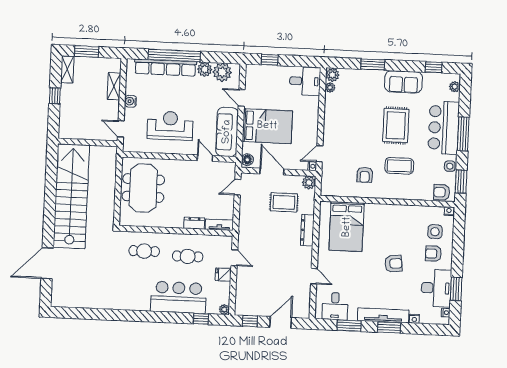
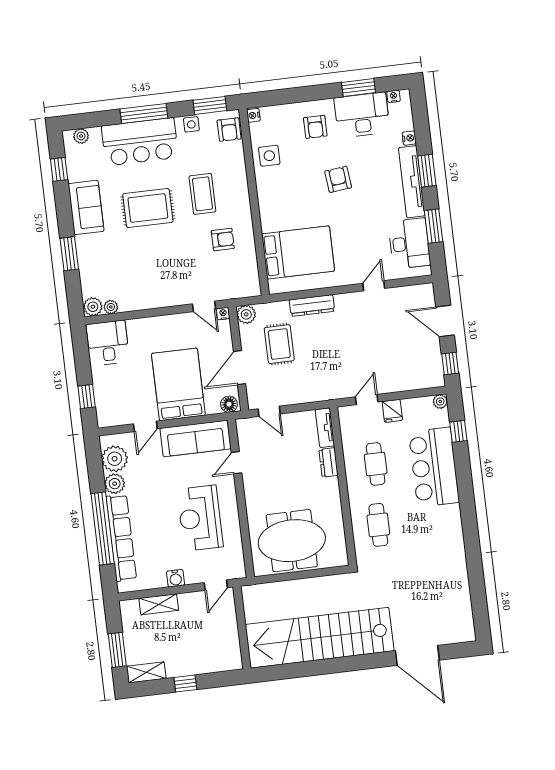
side table: (435, 232) -> (269, 156), moved
desk: (335, 306) -> (409, 243), width x1.37

